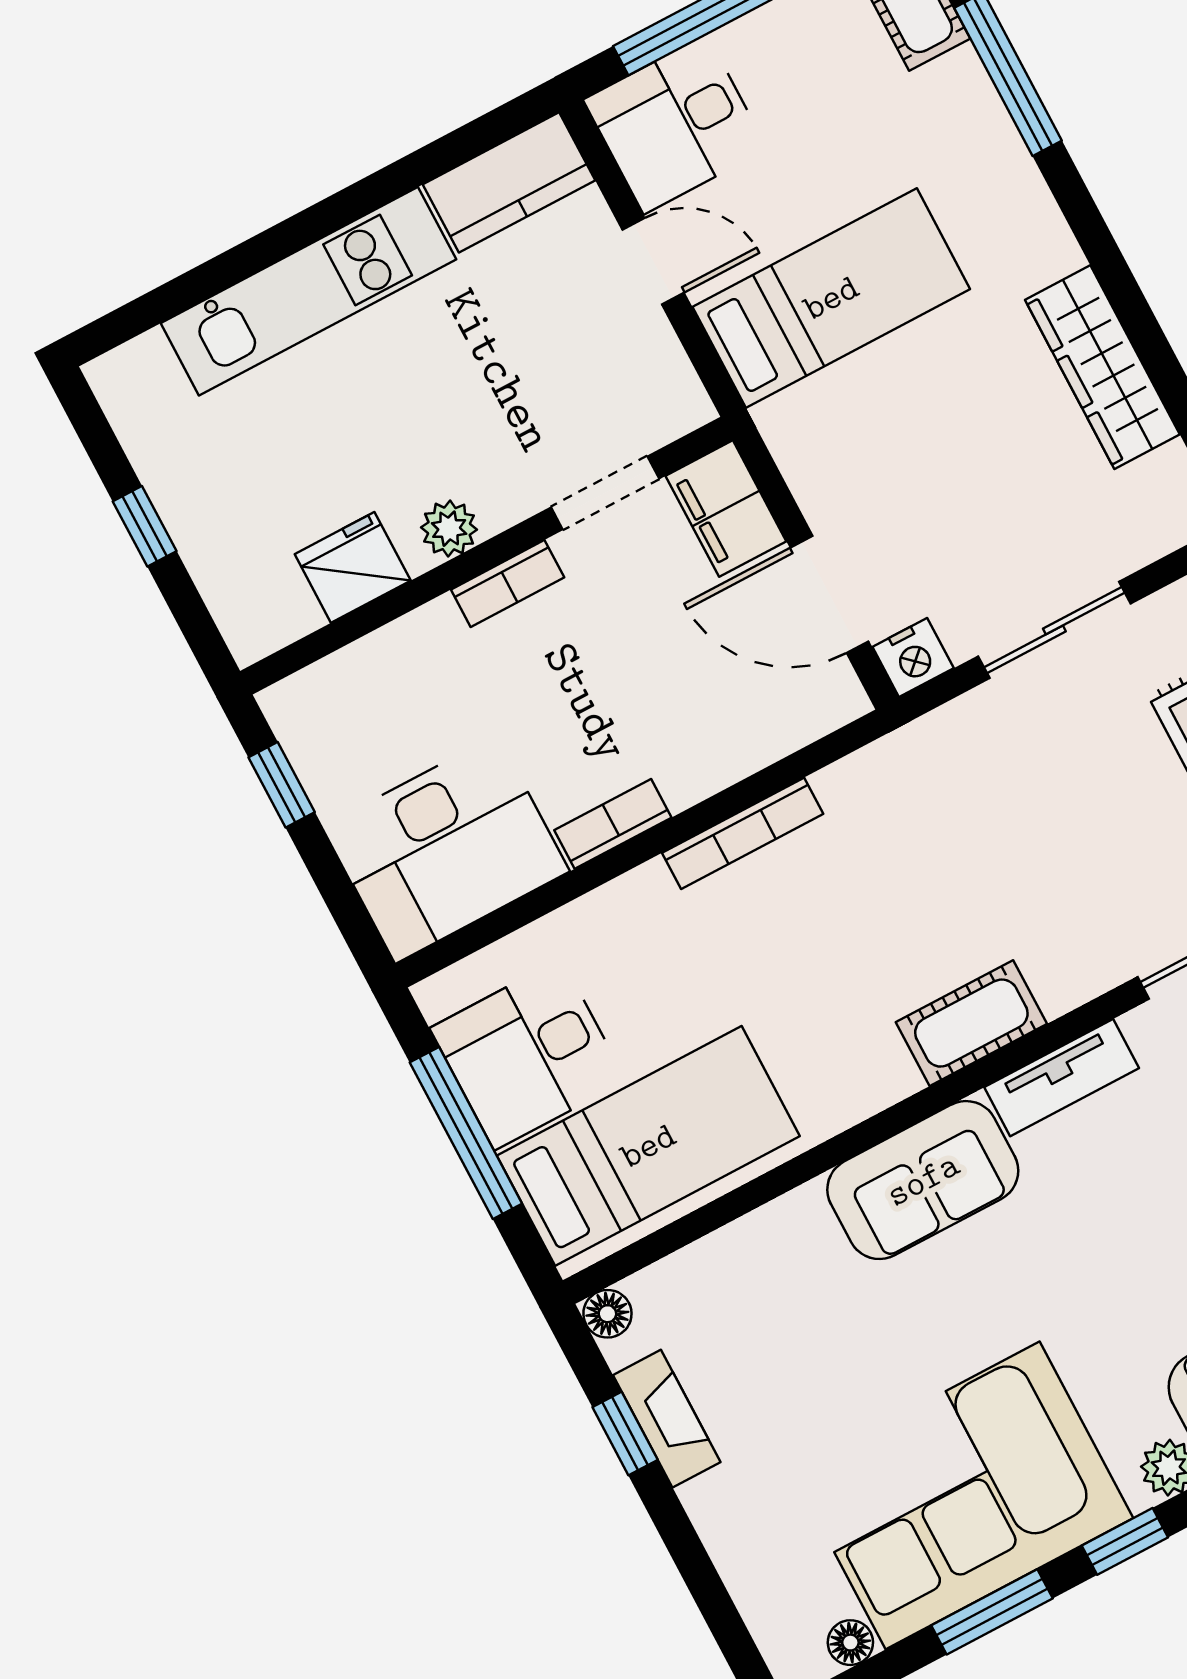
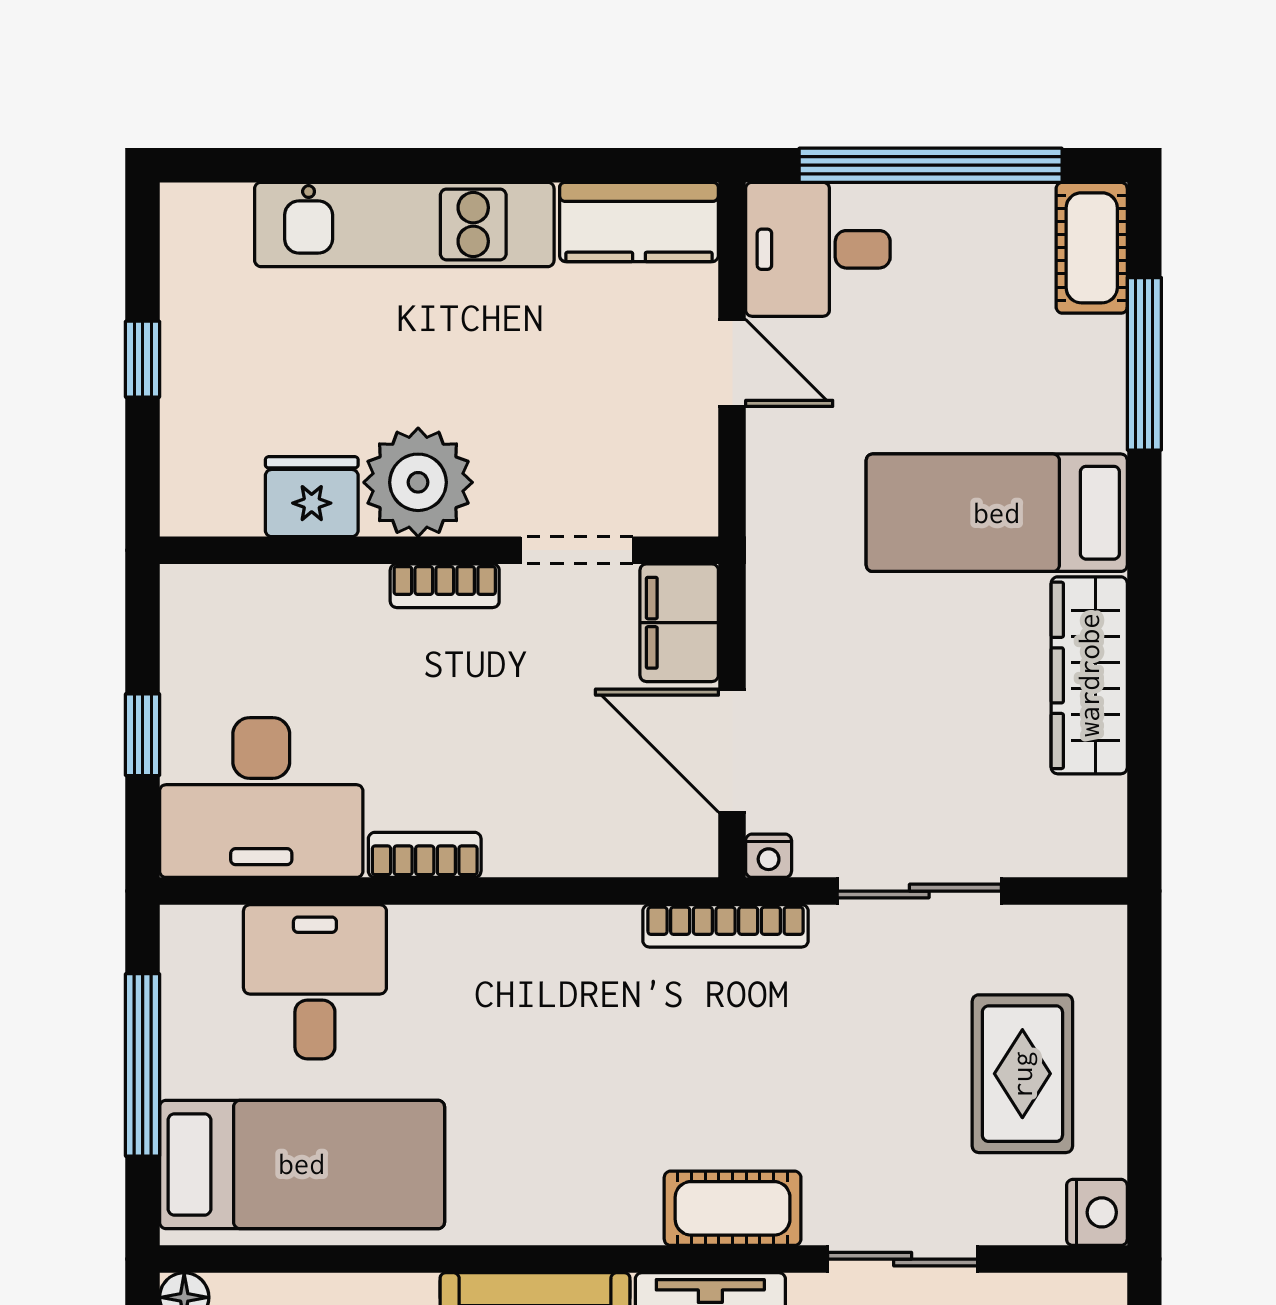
bed: (831, 298) -> (997, 513), moved, turned 180
plant: (449, 529) -> (418, 482), width x1.88, depth x1.88
nightstand: (913, 658) -> (769, 856), width x0.72, depth x0.74
window: (282, 785) -> (143, 735), moved
bookcase: (743, 833) -> (726, 926), moved
cot: (971, 1023) -> (733, 1208), moved
desk: (528, 1054) -> (315, 982), moved, turned 90

